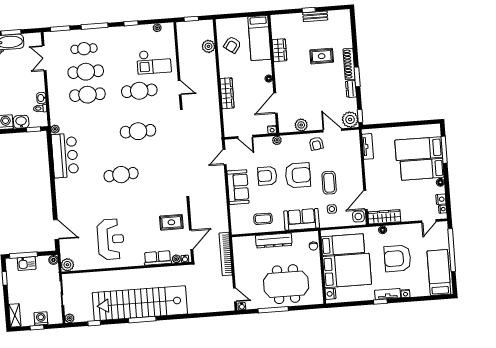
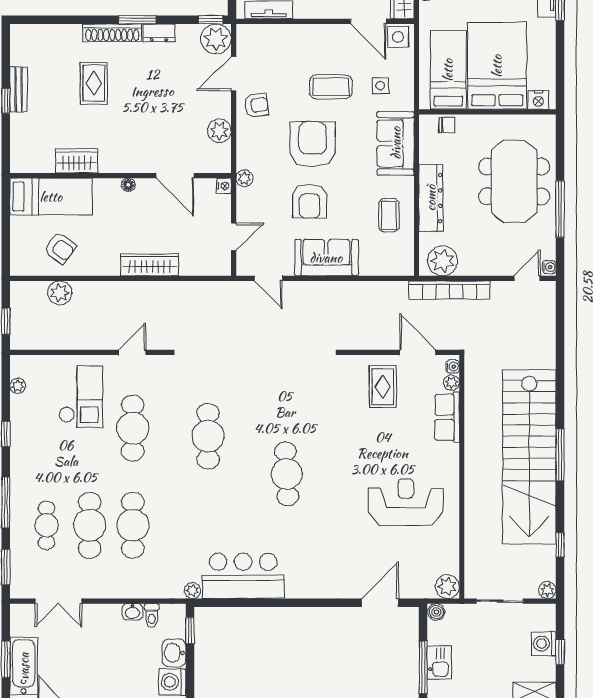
plant: (241, 249) -> (442, 261), added

